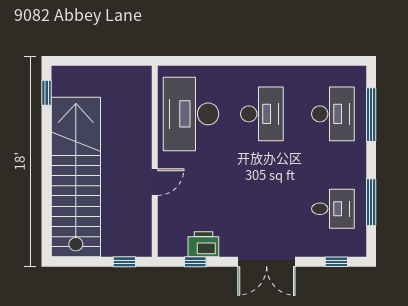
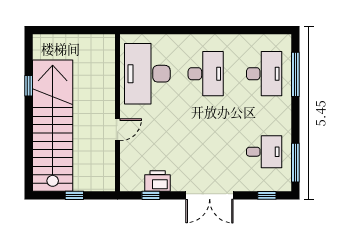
window: (47, 93) -> (29, 86), moved
window: (371, 202) -> (295, 163), moved
window: (124, 262) -> (74, 195), moved

